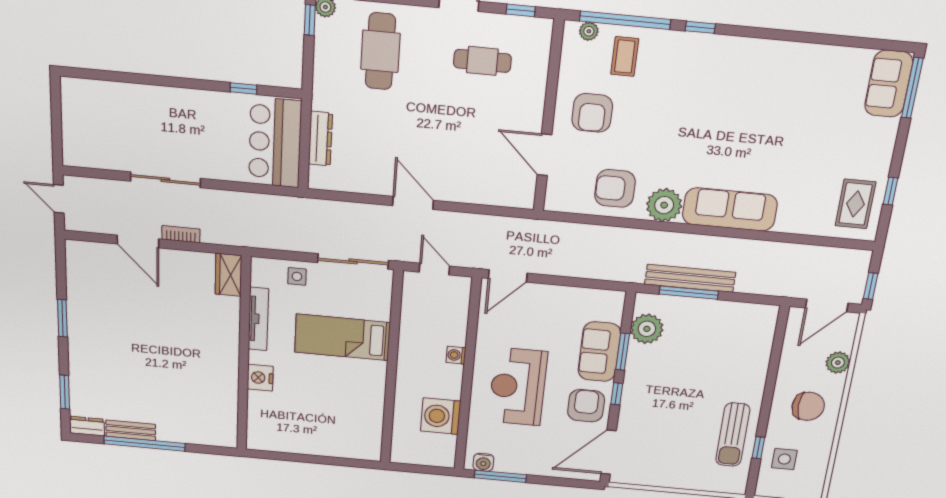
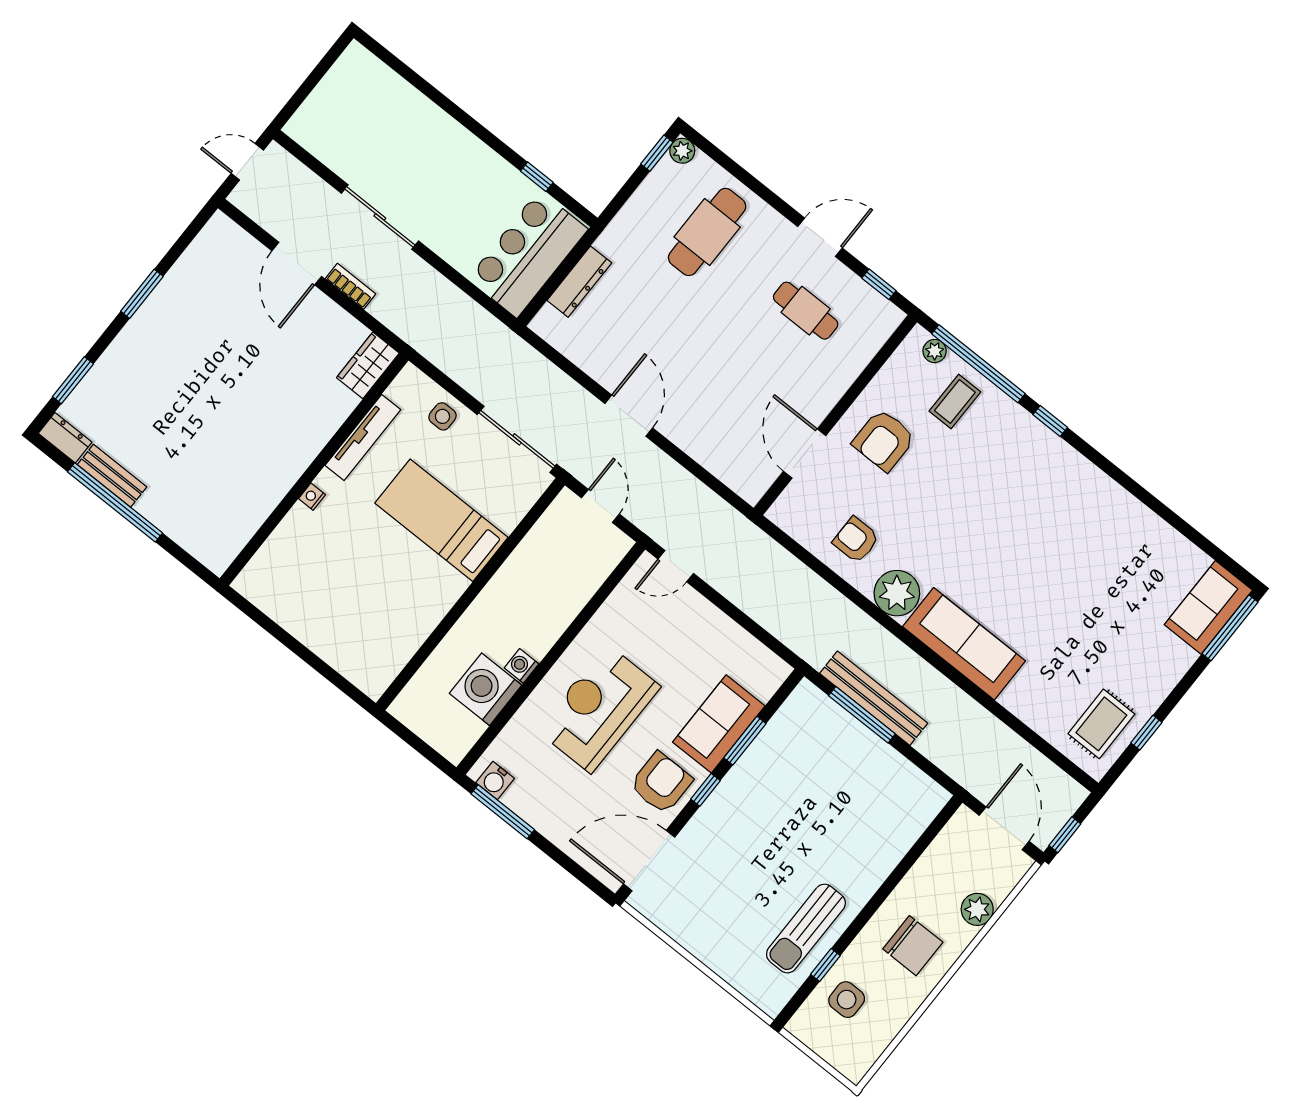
armchair: (615, 188) -> (856, 540), width x0.72, depth x0.72
door: (59, 199) -> (247, 162), hinge flipped
door: (508, 276) -> (676, 566), width x0.73
door: (827, 305) -> (1004, 828), swing flipped
plant: (647, 329) -> (789, 729), removed
washing machine: (456, 355) -> (521, 666), moved
nightstand: (260, 378) -> (312, 497), width x0.53, depth x0.56

